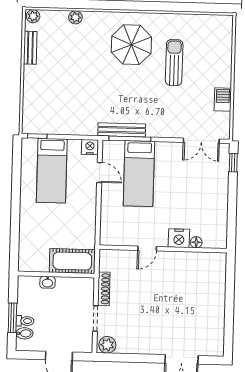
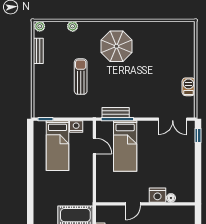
sun lounger: (174, 63) -> (81, 77), moved
bench: (122, 130) -> (116, 113), width x0.73
nightstand: (90, 147) -> (76, 127), moved

